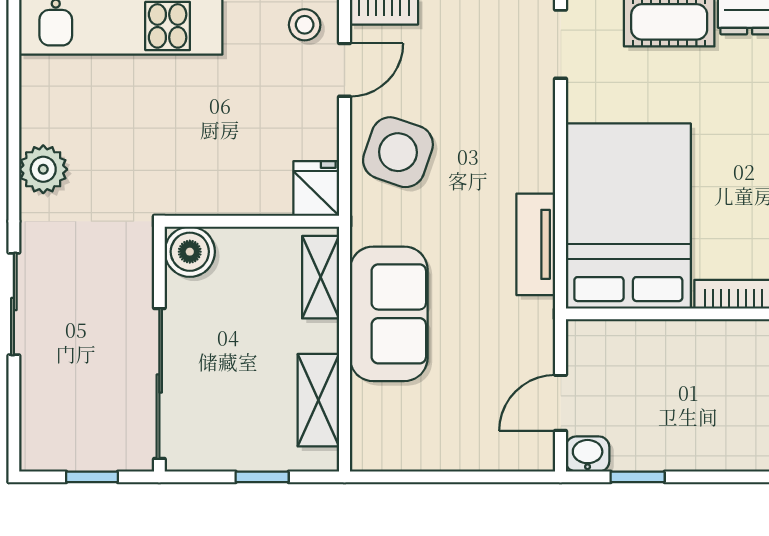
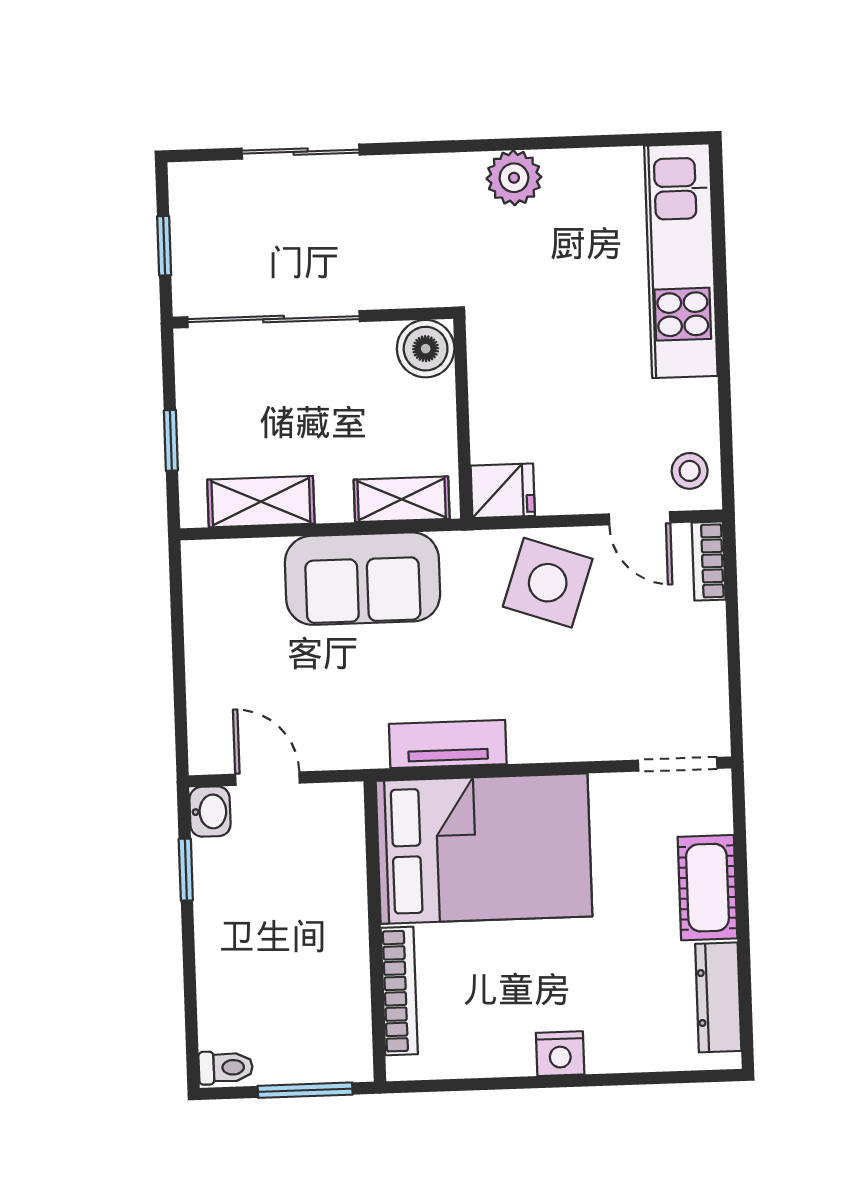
sliding door: (14, 304) -> (301, 152), moved

